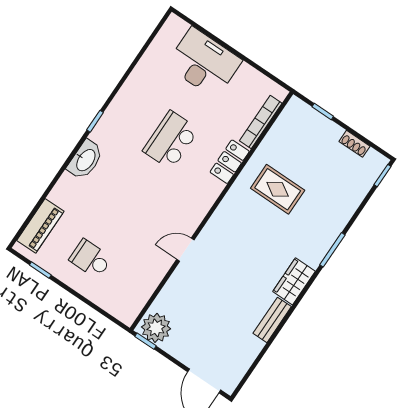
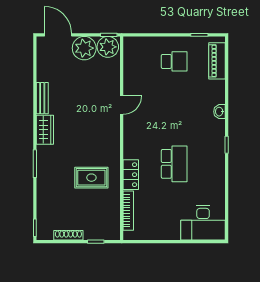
desk: (204, 63) -> (203, 223), moved
shoe rack: (355, 144) -> (68, 235), width x1.43
washbasin: (85, 160) -> (219, 112), width x0.52, depth x0.69
plant: (184, 345) -> (84, 48), added

